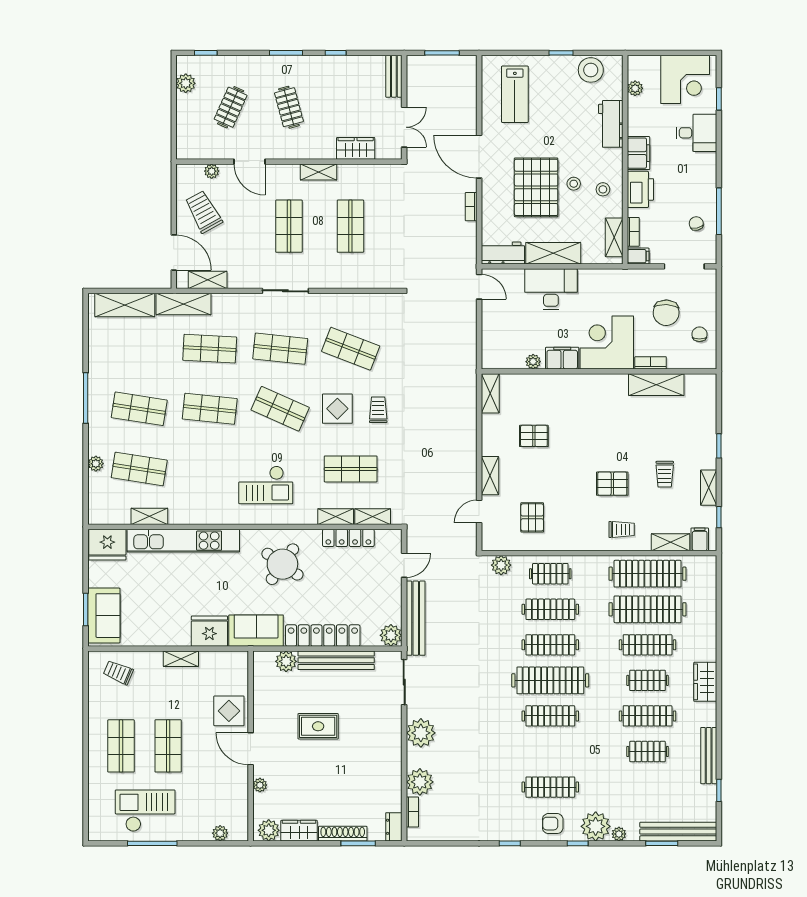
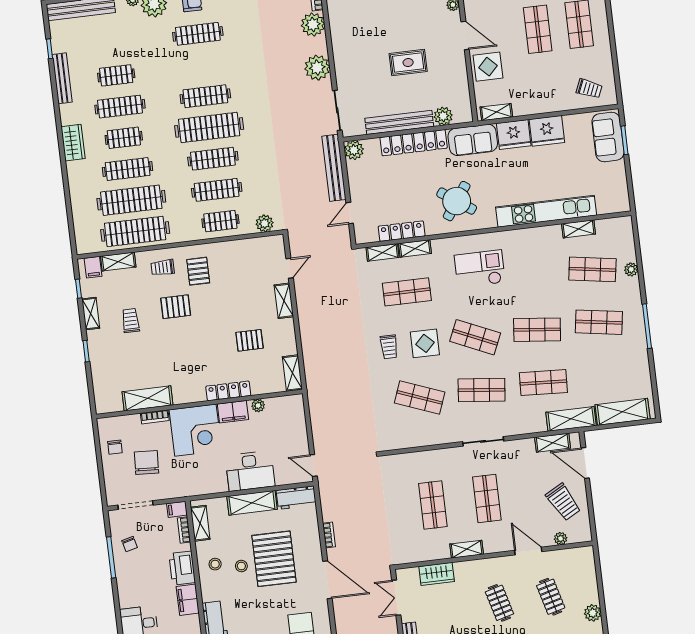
clothes rail: (231, 107) -> (551, 597), turned -39
locker: (565, 382) -> (228, 391), added
pallet: (532, 517) -> (198, 271), moved
fridge: (107, 545) -> (547, 131), moved, turned 180
shelving: (181, 659) -> (496, 112), moved

